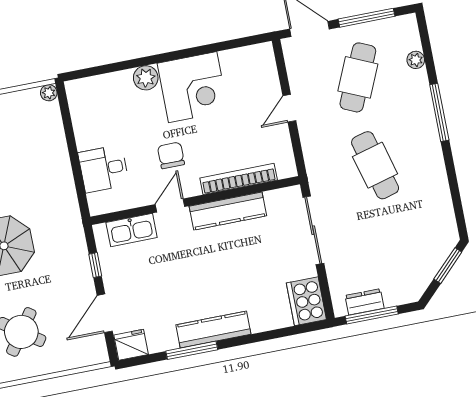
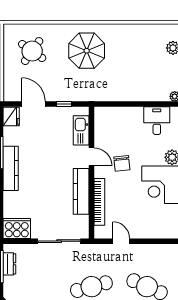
door: (289, 108) -> (121, 241), moved
chair: (171, 155) -> (122, 163), turned 84
desk: (104, 169) -> (157, 121), moved

